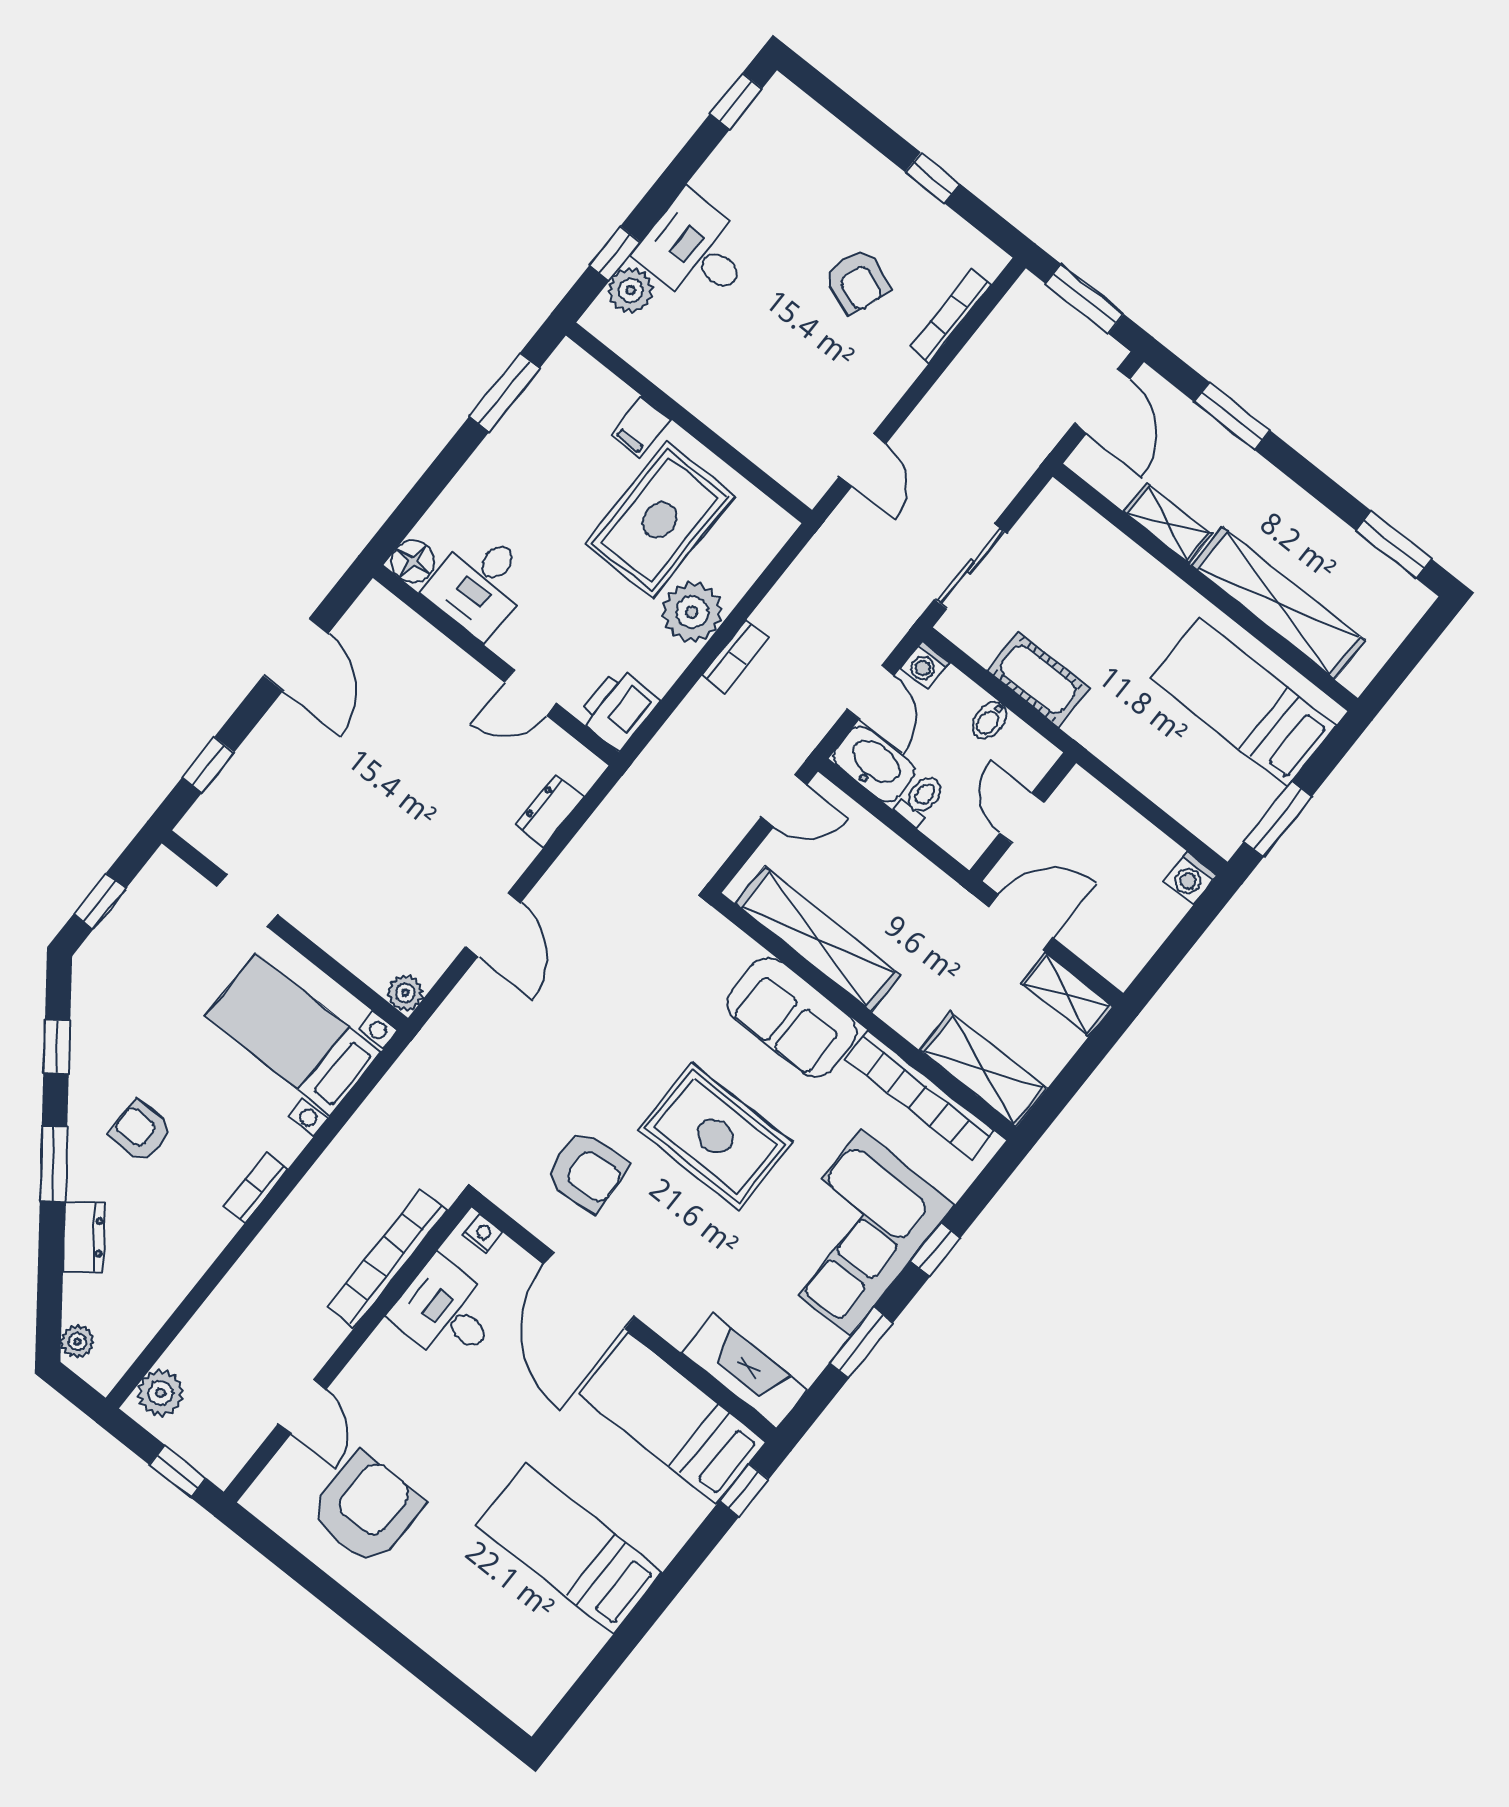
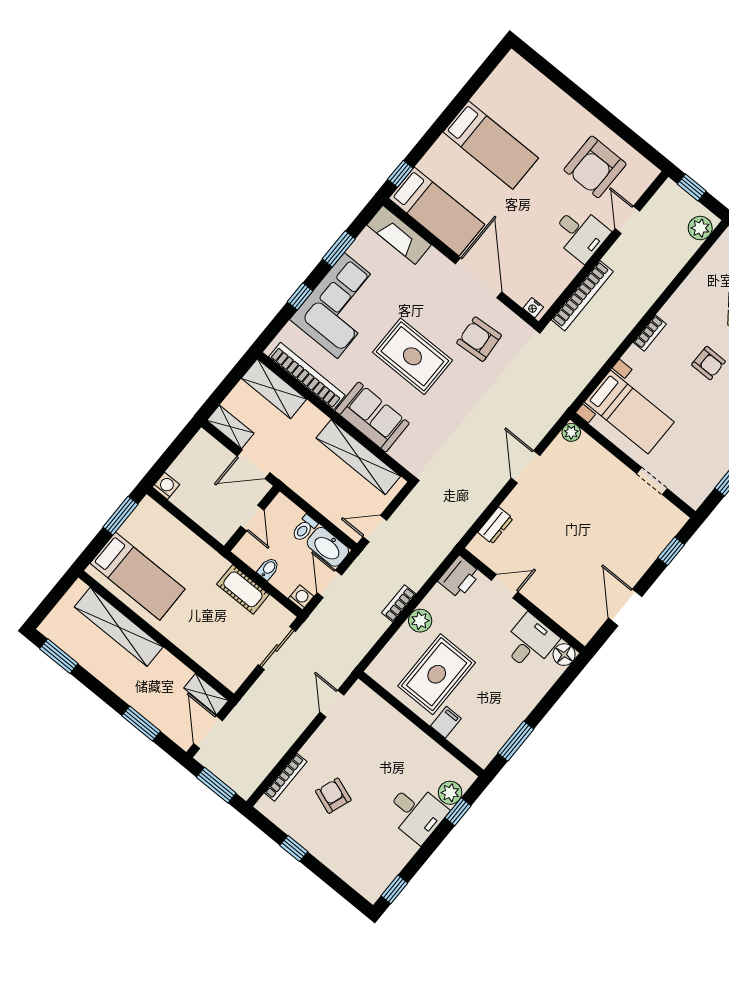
shelving: (1168, 523) -> (206, 694), moved
plant: (692, 612) -> (420, 621), width x0.73, depth x0.73
desk: (446, 1312) -> (580, 234), moved

